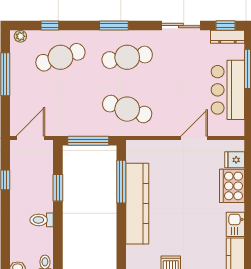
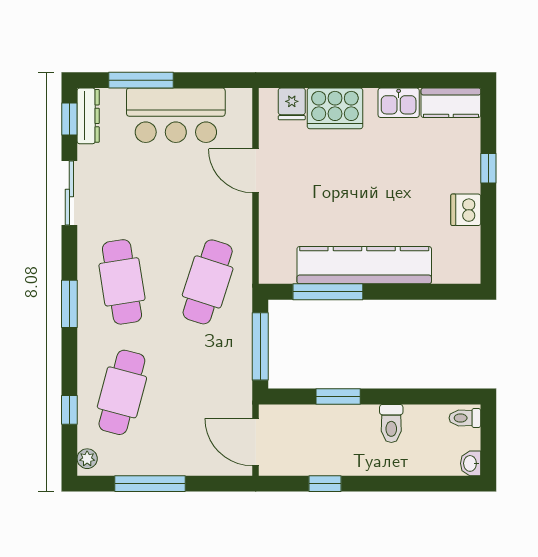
cafe table: (60, 57) -> (122, 392), turned 33

